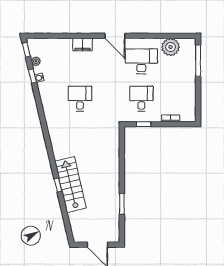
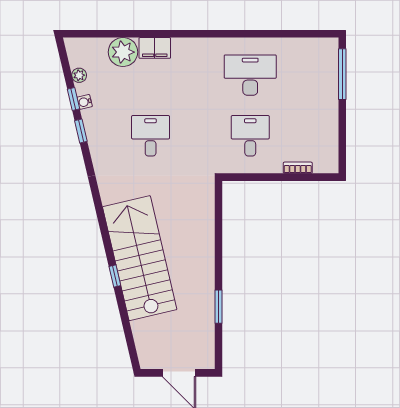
door: (115, 36) -> (207, 34), removed
plant: (171, 47) -> (123, 52), moved
window: (26, 50) -> (81, 131), moved
window: (144, 124) -> (254, 177), removed
stairs: (71, 185) -> (140, 258), width x1.36, depth x1.51

